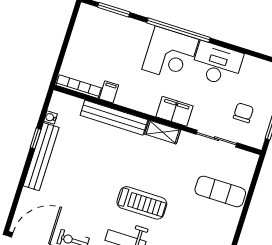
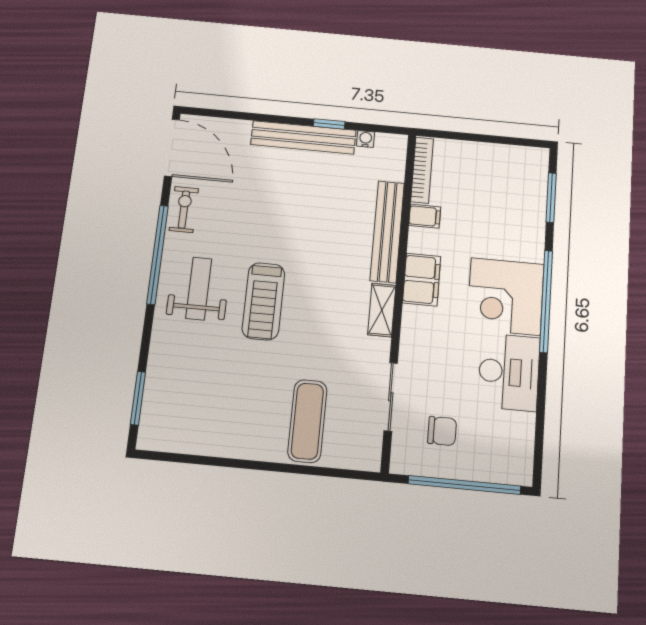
filing cabinet: (174, 111) -> (422, 280), moved

